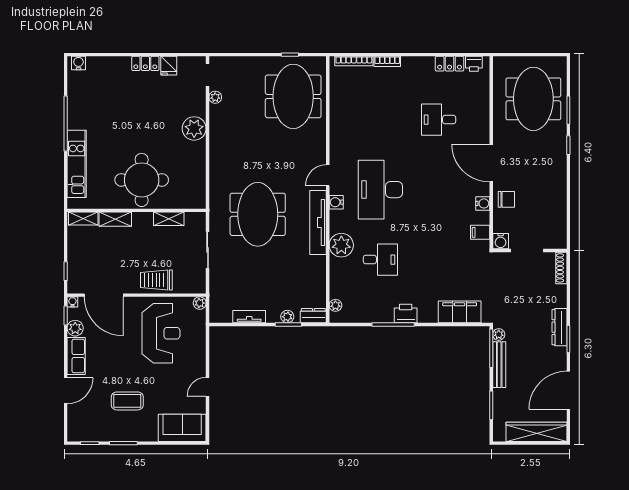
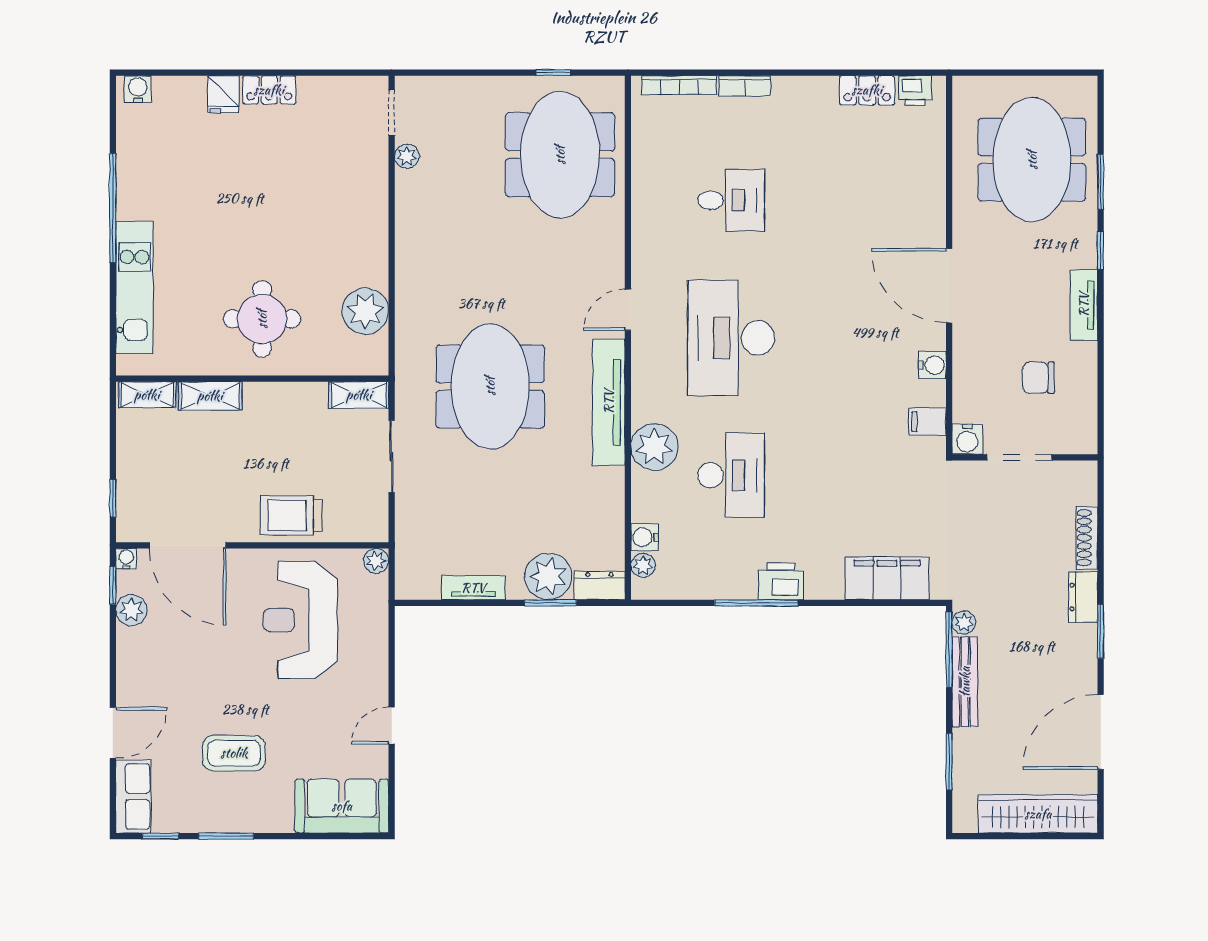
fridge: (169, 66) -> (223, 94), moved
desk: (439, 120) -> (731, 200), moved, turned 180
plant: (194, 128) -> (365, 311), moved
tv unit: (560, 173) -> (1084, 305), added
round table: (142, 180) -> (262, 319), width x0.73, depth x0.73
chair: (506, 199) -> (1038, 378), moved, turned 180
water cooler: (336, 202) -> (645, 537), moved
shelving: (169, 219) -> (359, 395), moved
desk: (380, 260) -> (731, 475), width x1.37
shoe rack: (561, 268) -> (1087, 538), moved
plant: (287, 317) -> (548, 576), width x1.87, depth x1.87
dresser: (559, 327) -> (1083, 597), width x0.70
reception desk: (161, 333) -> (300, 620), turned 180
row of seats: (76, 356) -> (133, 797), moved

